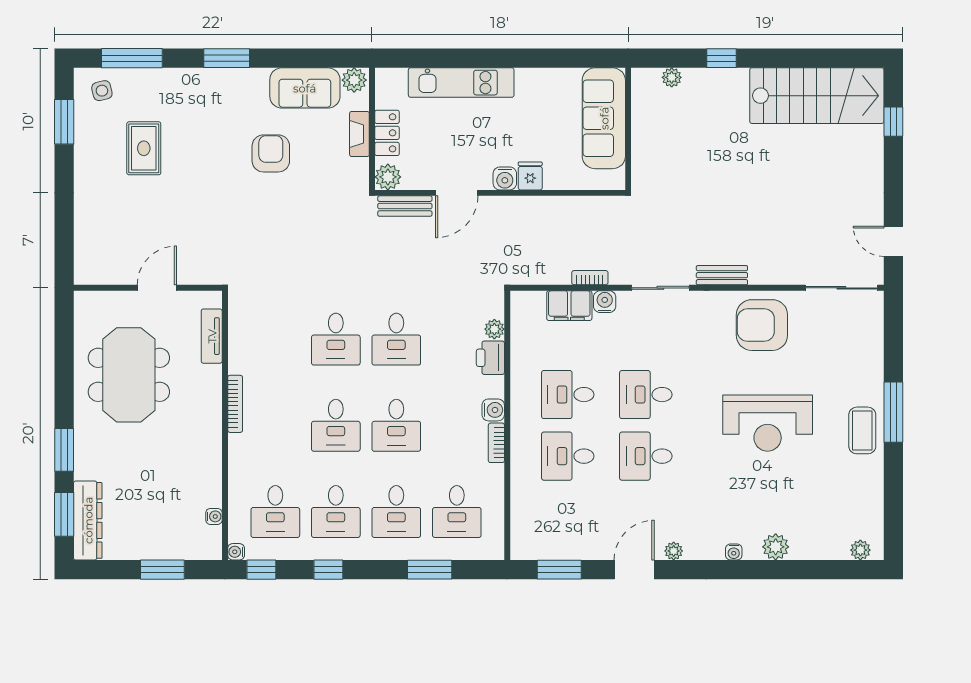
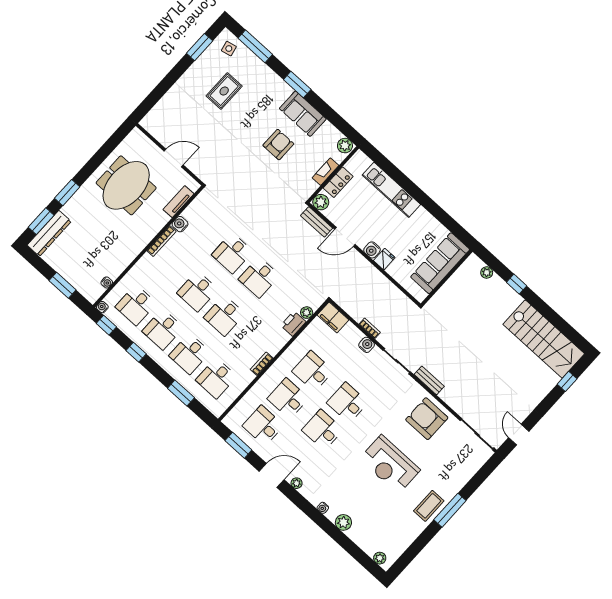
sofa: (305, 88) -> (303, 114), moved
filing cabinet: (569, 306) -> (333, 318), moved
water cooler: (493, 410) -> (180, 224), moved, turned 180
desk: (568, 518) -> (263, 426), added

